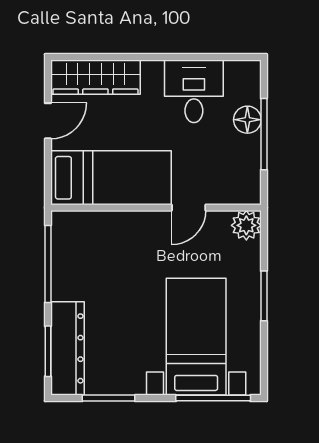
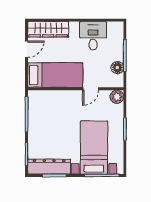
floor lamp: (247, 120) -> (117, 68), moved
dresser: (67, 348) -> (49, 167), moved, turned -90

